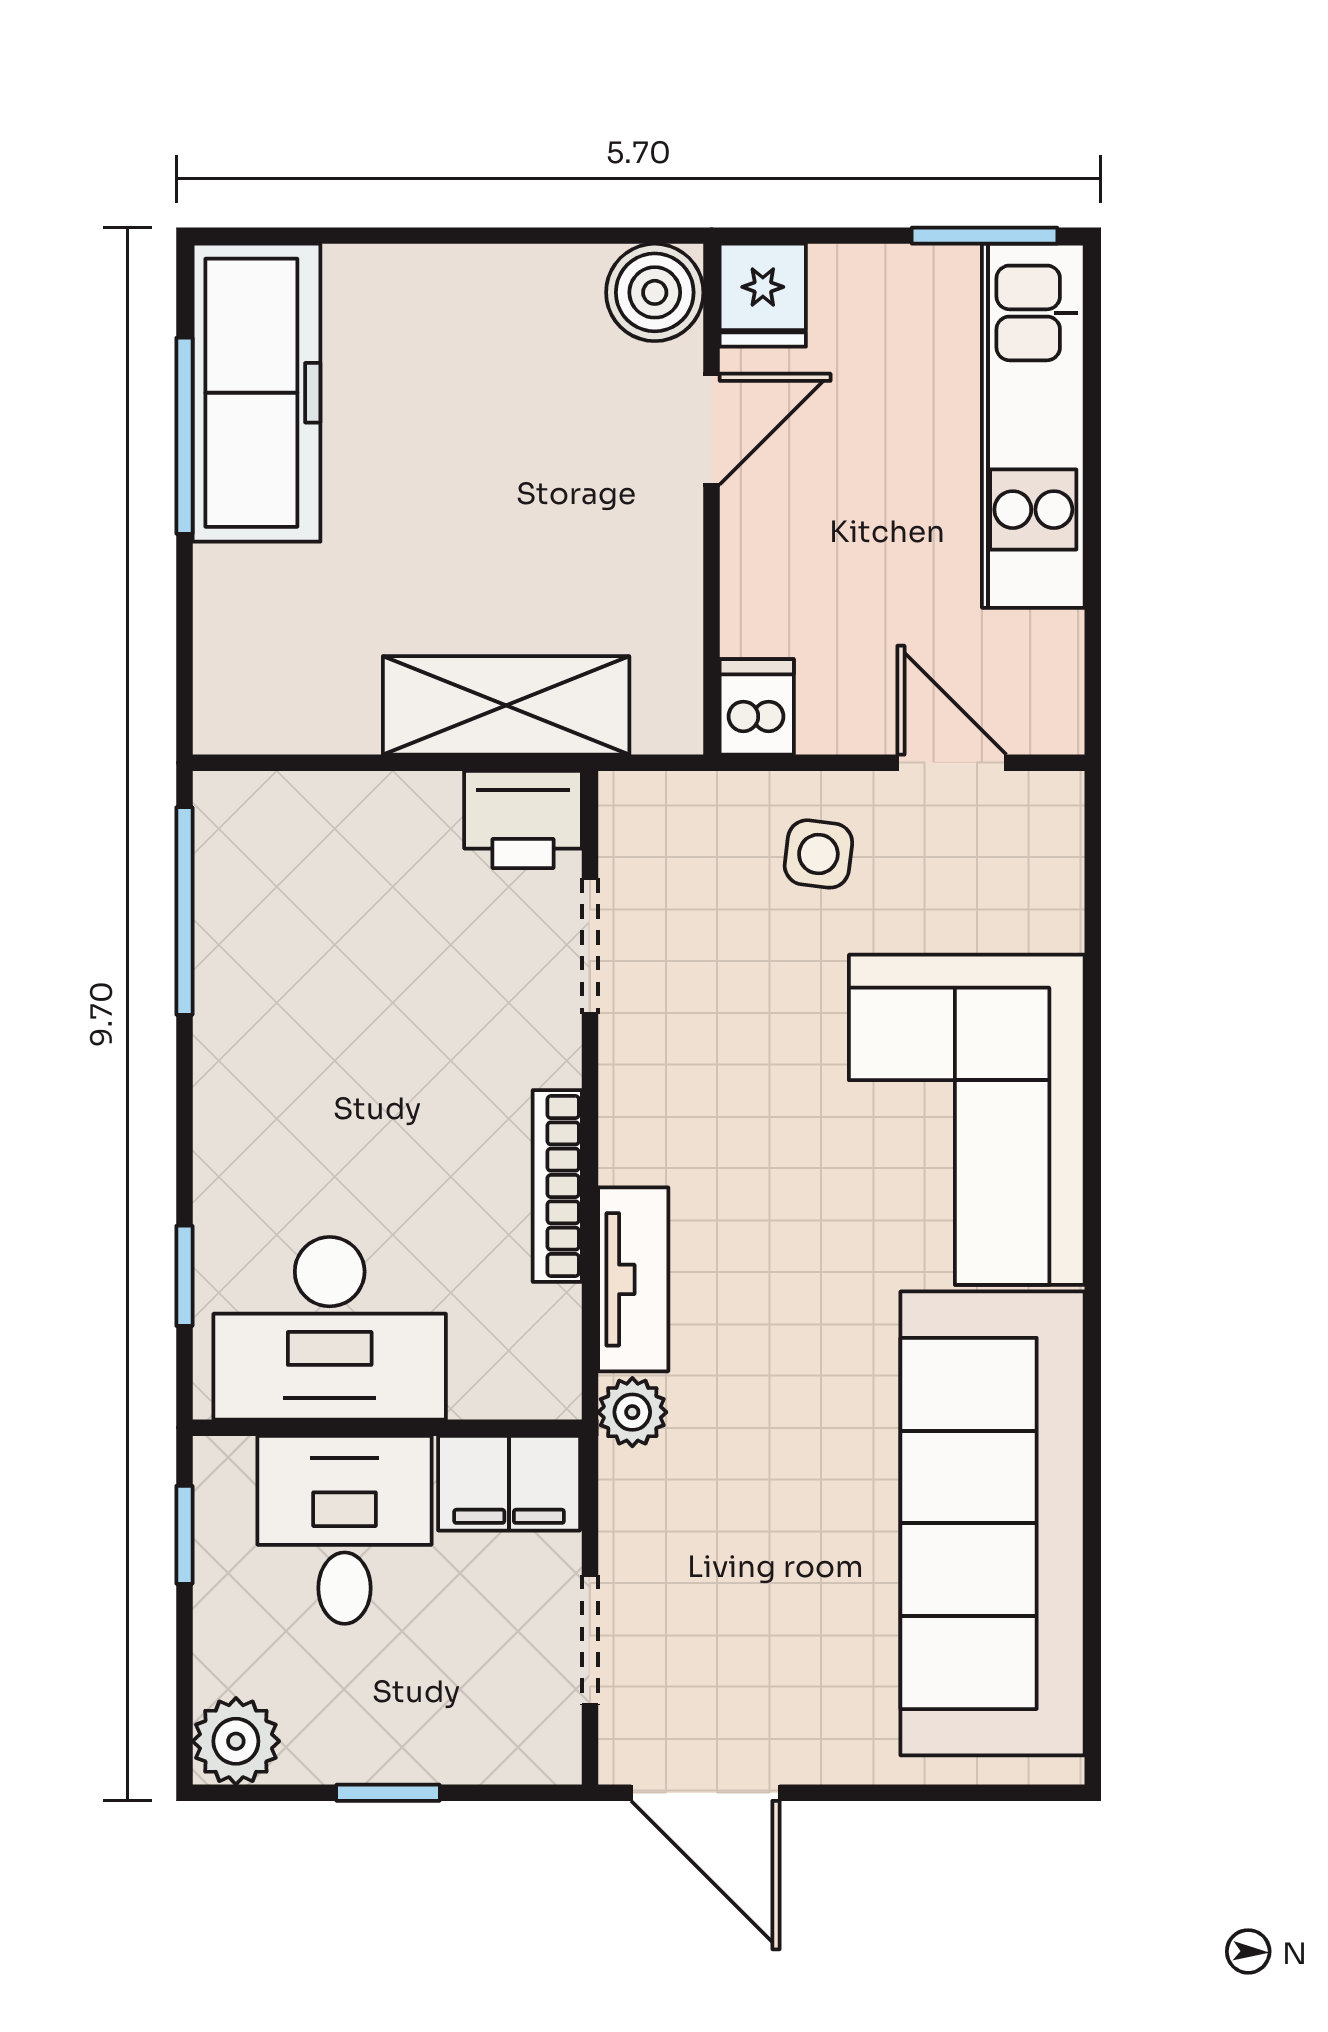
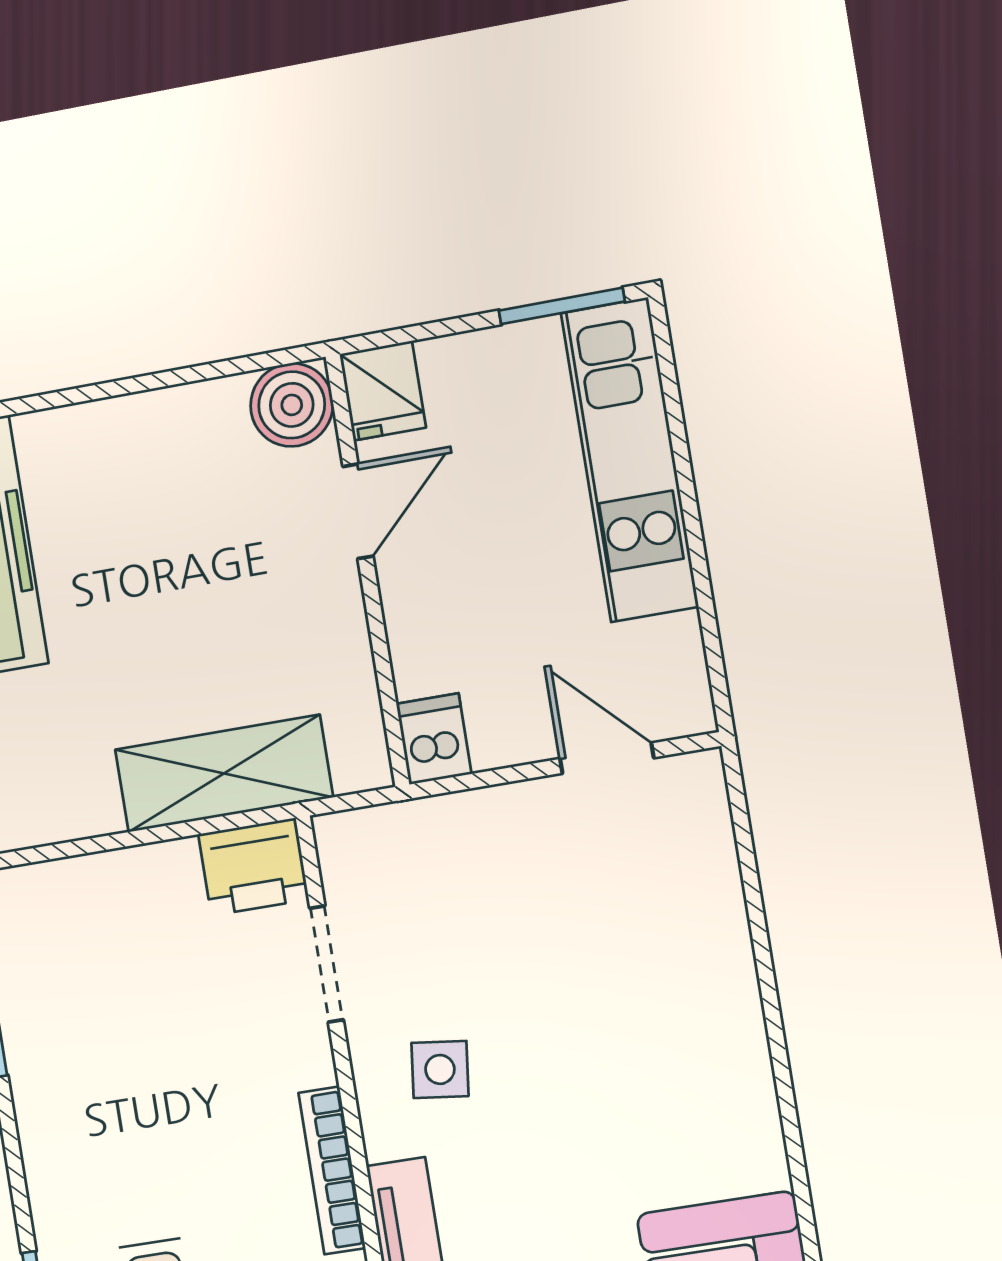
side table: (818, 854) -> (440, 1069), moved
corner sofa: (967, 1120) -> (669, 1060), removed

